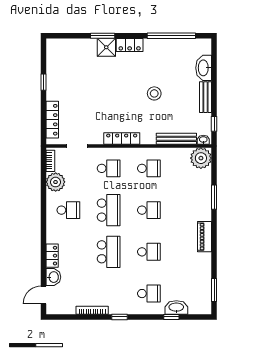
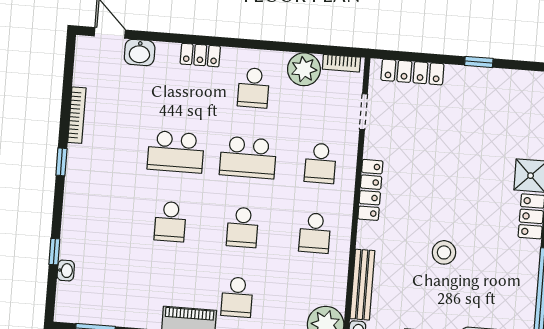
locker: (52, 256) -> (200, 55), moved
school desk: (149, 294) -> (237, 297), moved
washbasin: (176, 307) -> (66, 271), width x0.52, depth x0.69

